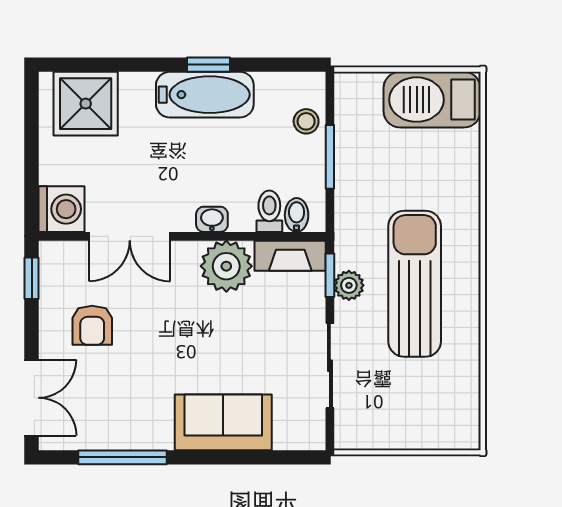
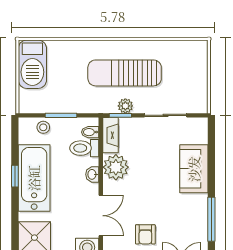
bathtub: (205, 95) -> (34, 178), width x1.36, depth x1.36
toilet: (269, 211) -> (84, 148), width x1.37, depth x1.39
armchair: (92, 325) -> (145, 234), turned 90

